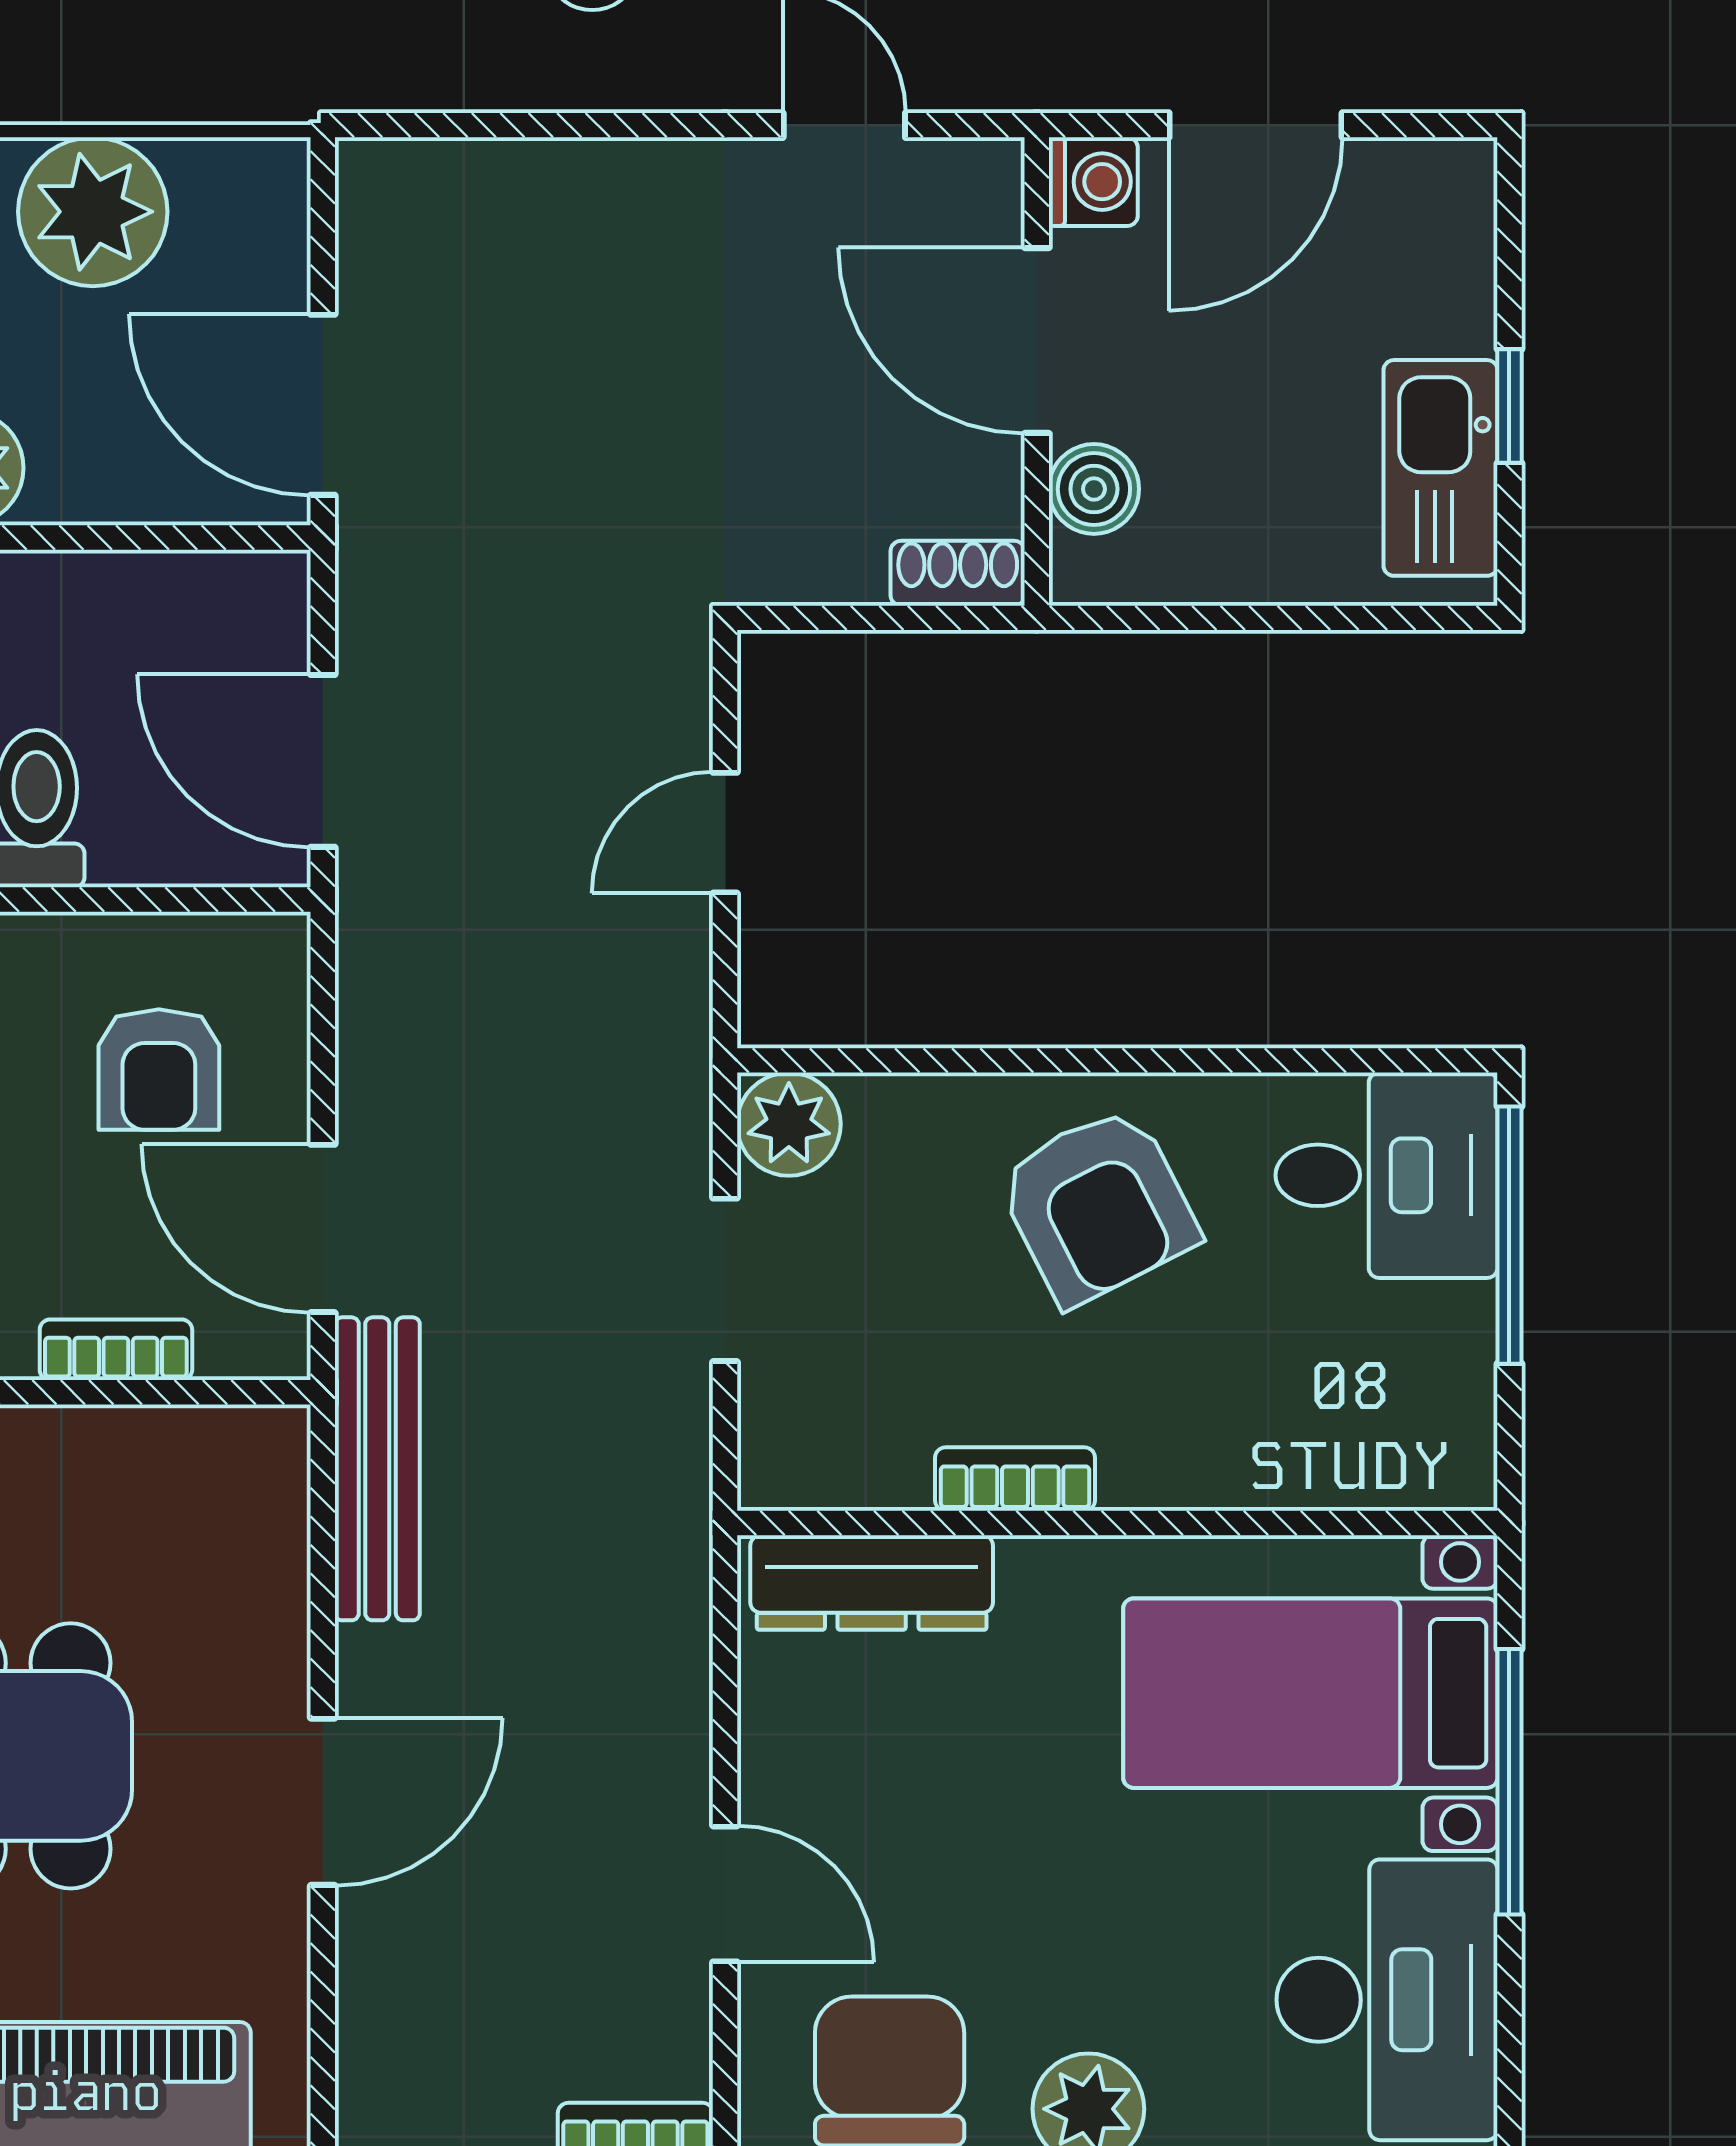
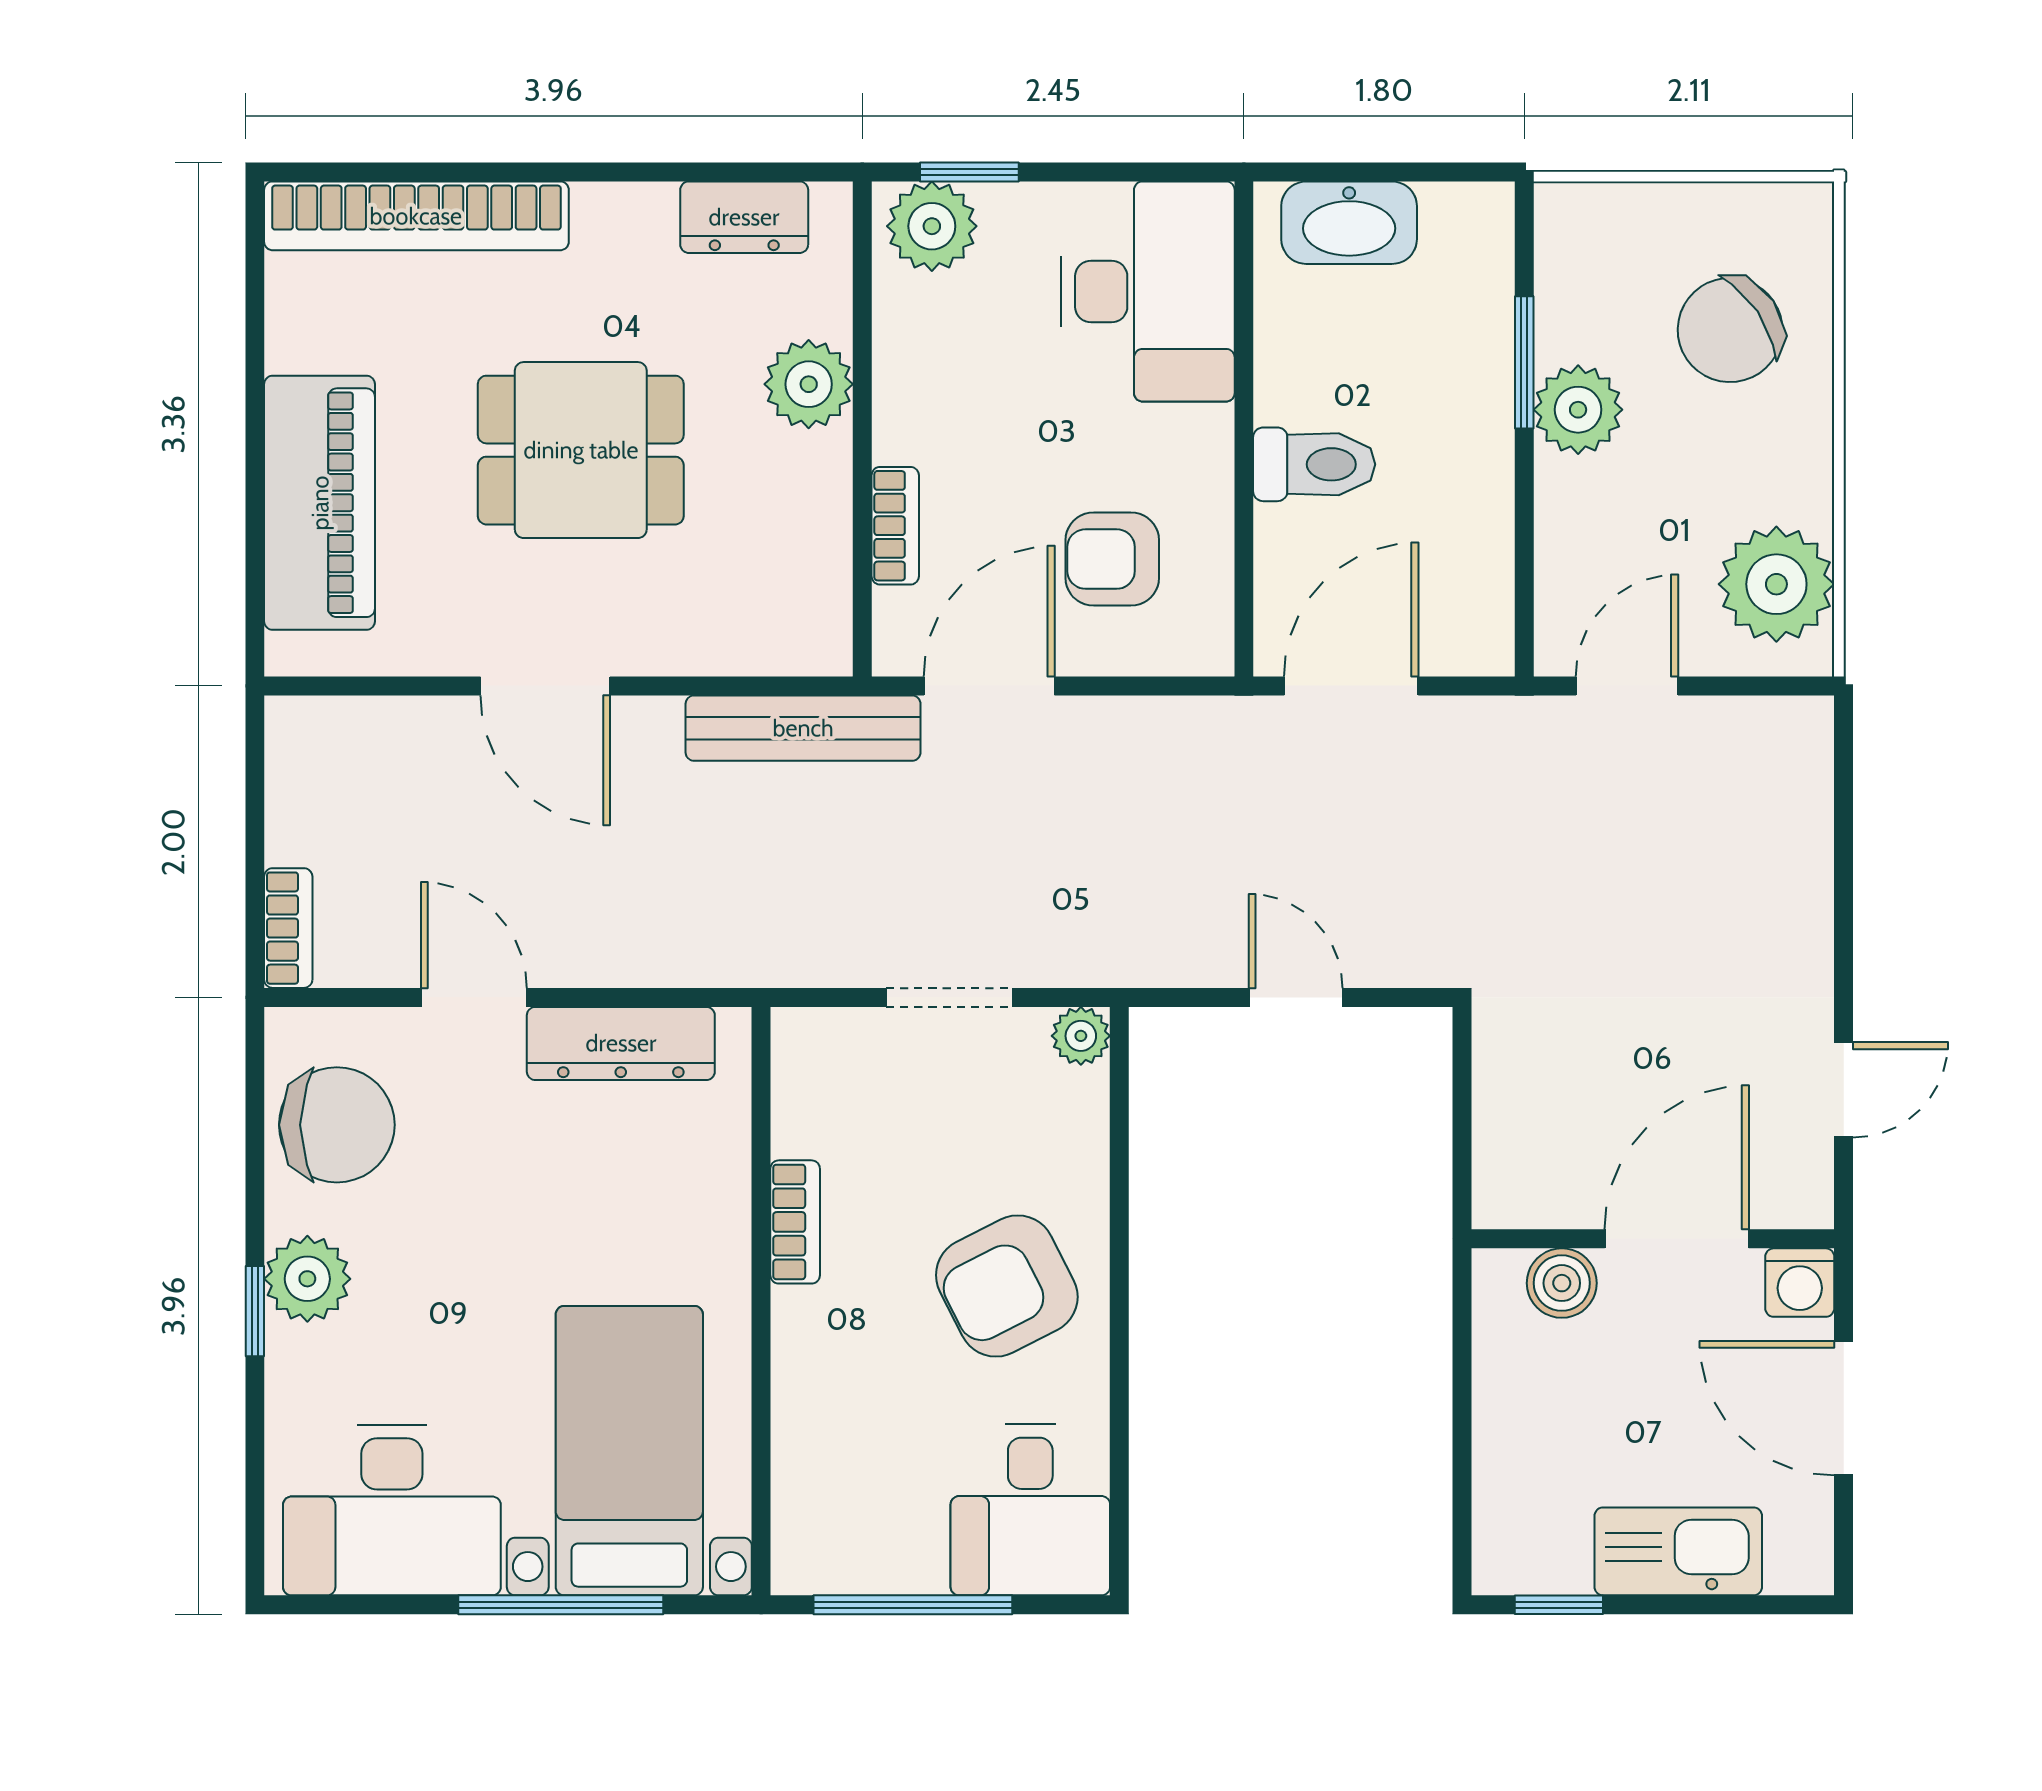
plant: (93, 212) -> (1776, 584), moved
door: (323, 405) -> (1627, 686), width x0.73
window: (1509, 406) -> (1559, 1605), moved
kitchen sink: (1440, 468) -> (1678, 1551), moved
shoe rack: (958, 573) -> (1496, 1178), removed
plant: (789, 1124) -> (1081, 1036), width x0.73, depth x0.73
window: (1509, 1235) -> (913, 1605), moved
dresser: (872, 1583) -> (621, 1043), moved, turned -90
door: (725, 1894) -> (474, 997), swing flipped

